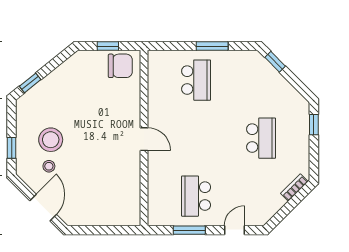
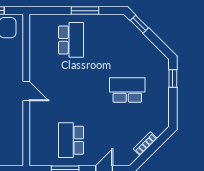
school desk: (261, 138) -> (127, 90), turned -90
bookcase: (294, 187) -> (145, 144), moved

